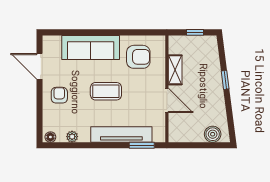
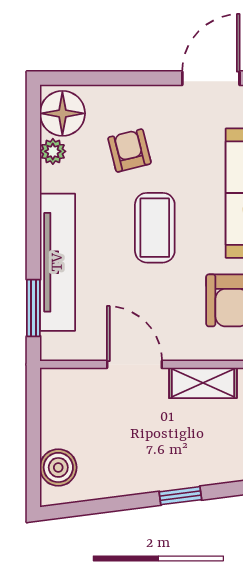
armchair: (59, 95) -> (129, 150), moved, turned -104
door: (167, 100) -> (134, 364), swing flipped
floor lamp: (50, 137) -> (62, 113), width x1.89, depth x1.89

